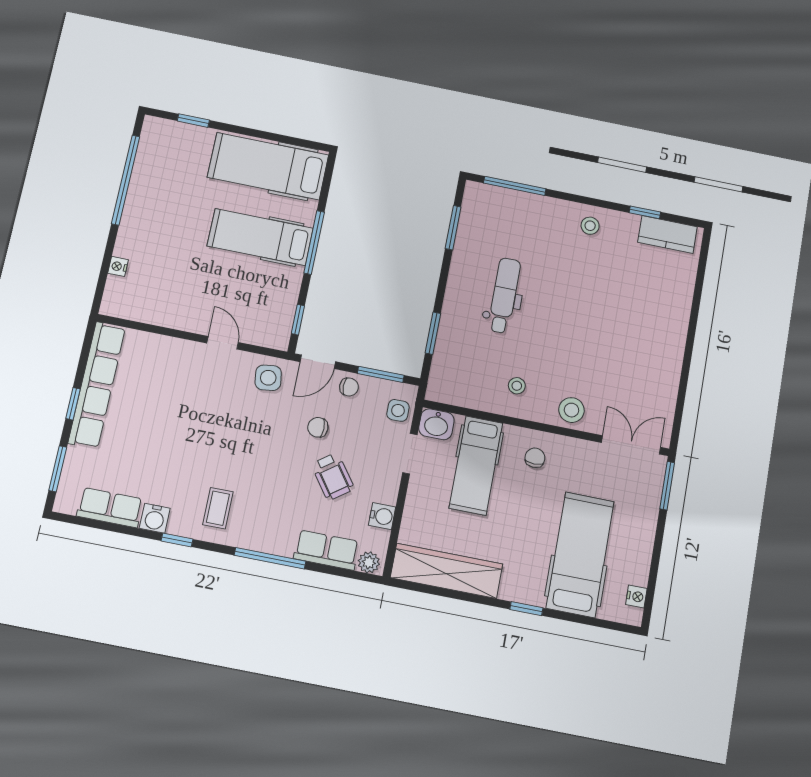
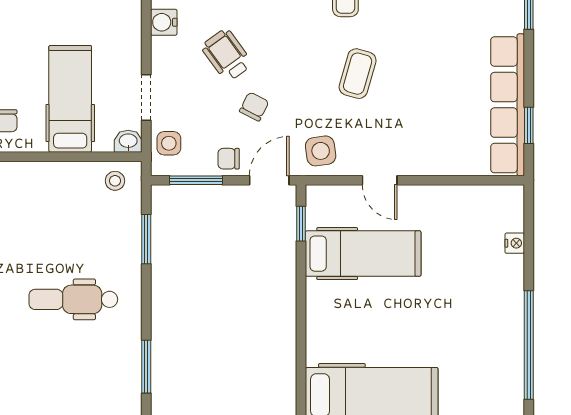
hospital bed: (260, 237) -> (363, 254), moved
window: (314, 243) -> (301, 316), removed
dental chair: (504, 295) -> (73, 299), turned 90
stool: (517, 386) -> (115, 181), moved
window: (73, 404) -> (529, 125), moved
washbasin: (436, 424) -> (128, 141), width x0.72, depth x0.69
chair: (318, 427) -> (254, 106), turned -63
coffee table: (222, 438) -> (358, 74), added

